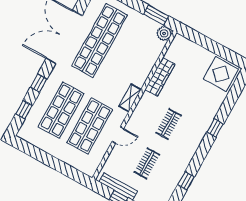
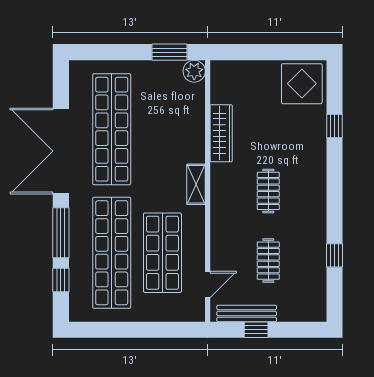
window: (39, 83) -> (61, 233), width x2.17
shop shelf: (61, 110) -> (112, 253), width x1.40
window: (215, 128) -> (334, 126), moved
door: (118, 135) -> (208, 285), moved

